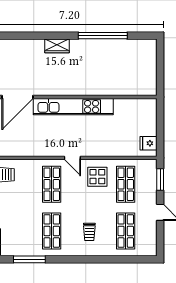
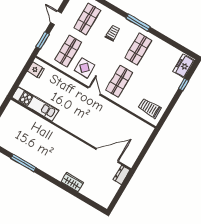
window: (103, 36) -> (23, 163), width x0.68
wardrobe: (57, 46) -> (72, 182), moved
kitchen unit: (73, 107) -> (35, 104), moved, width x0.73
window: (29, 259) -> (138, 23), moved

